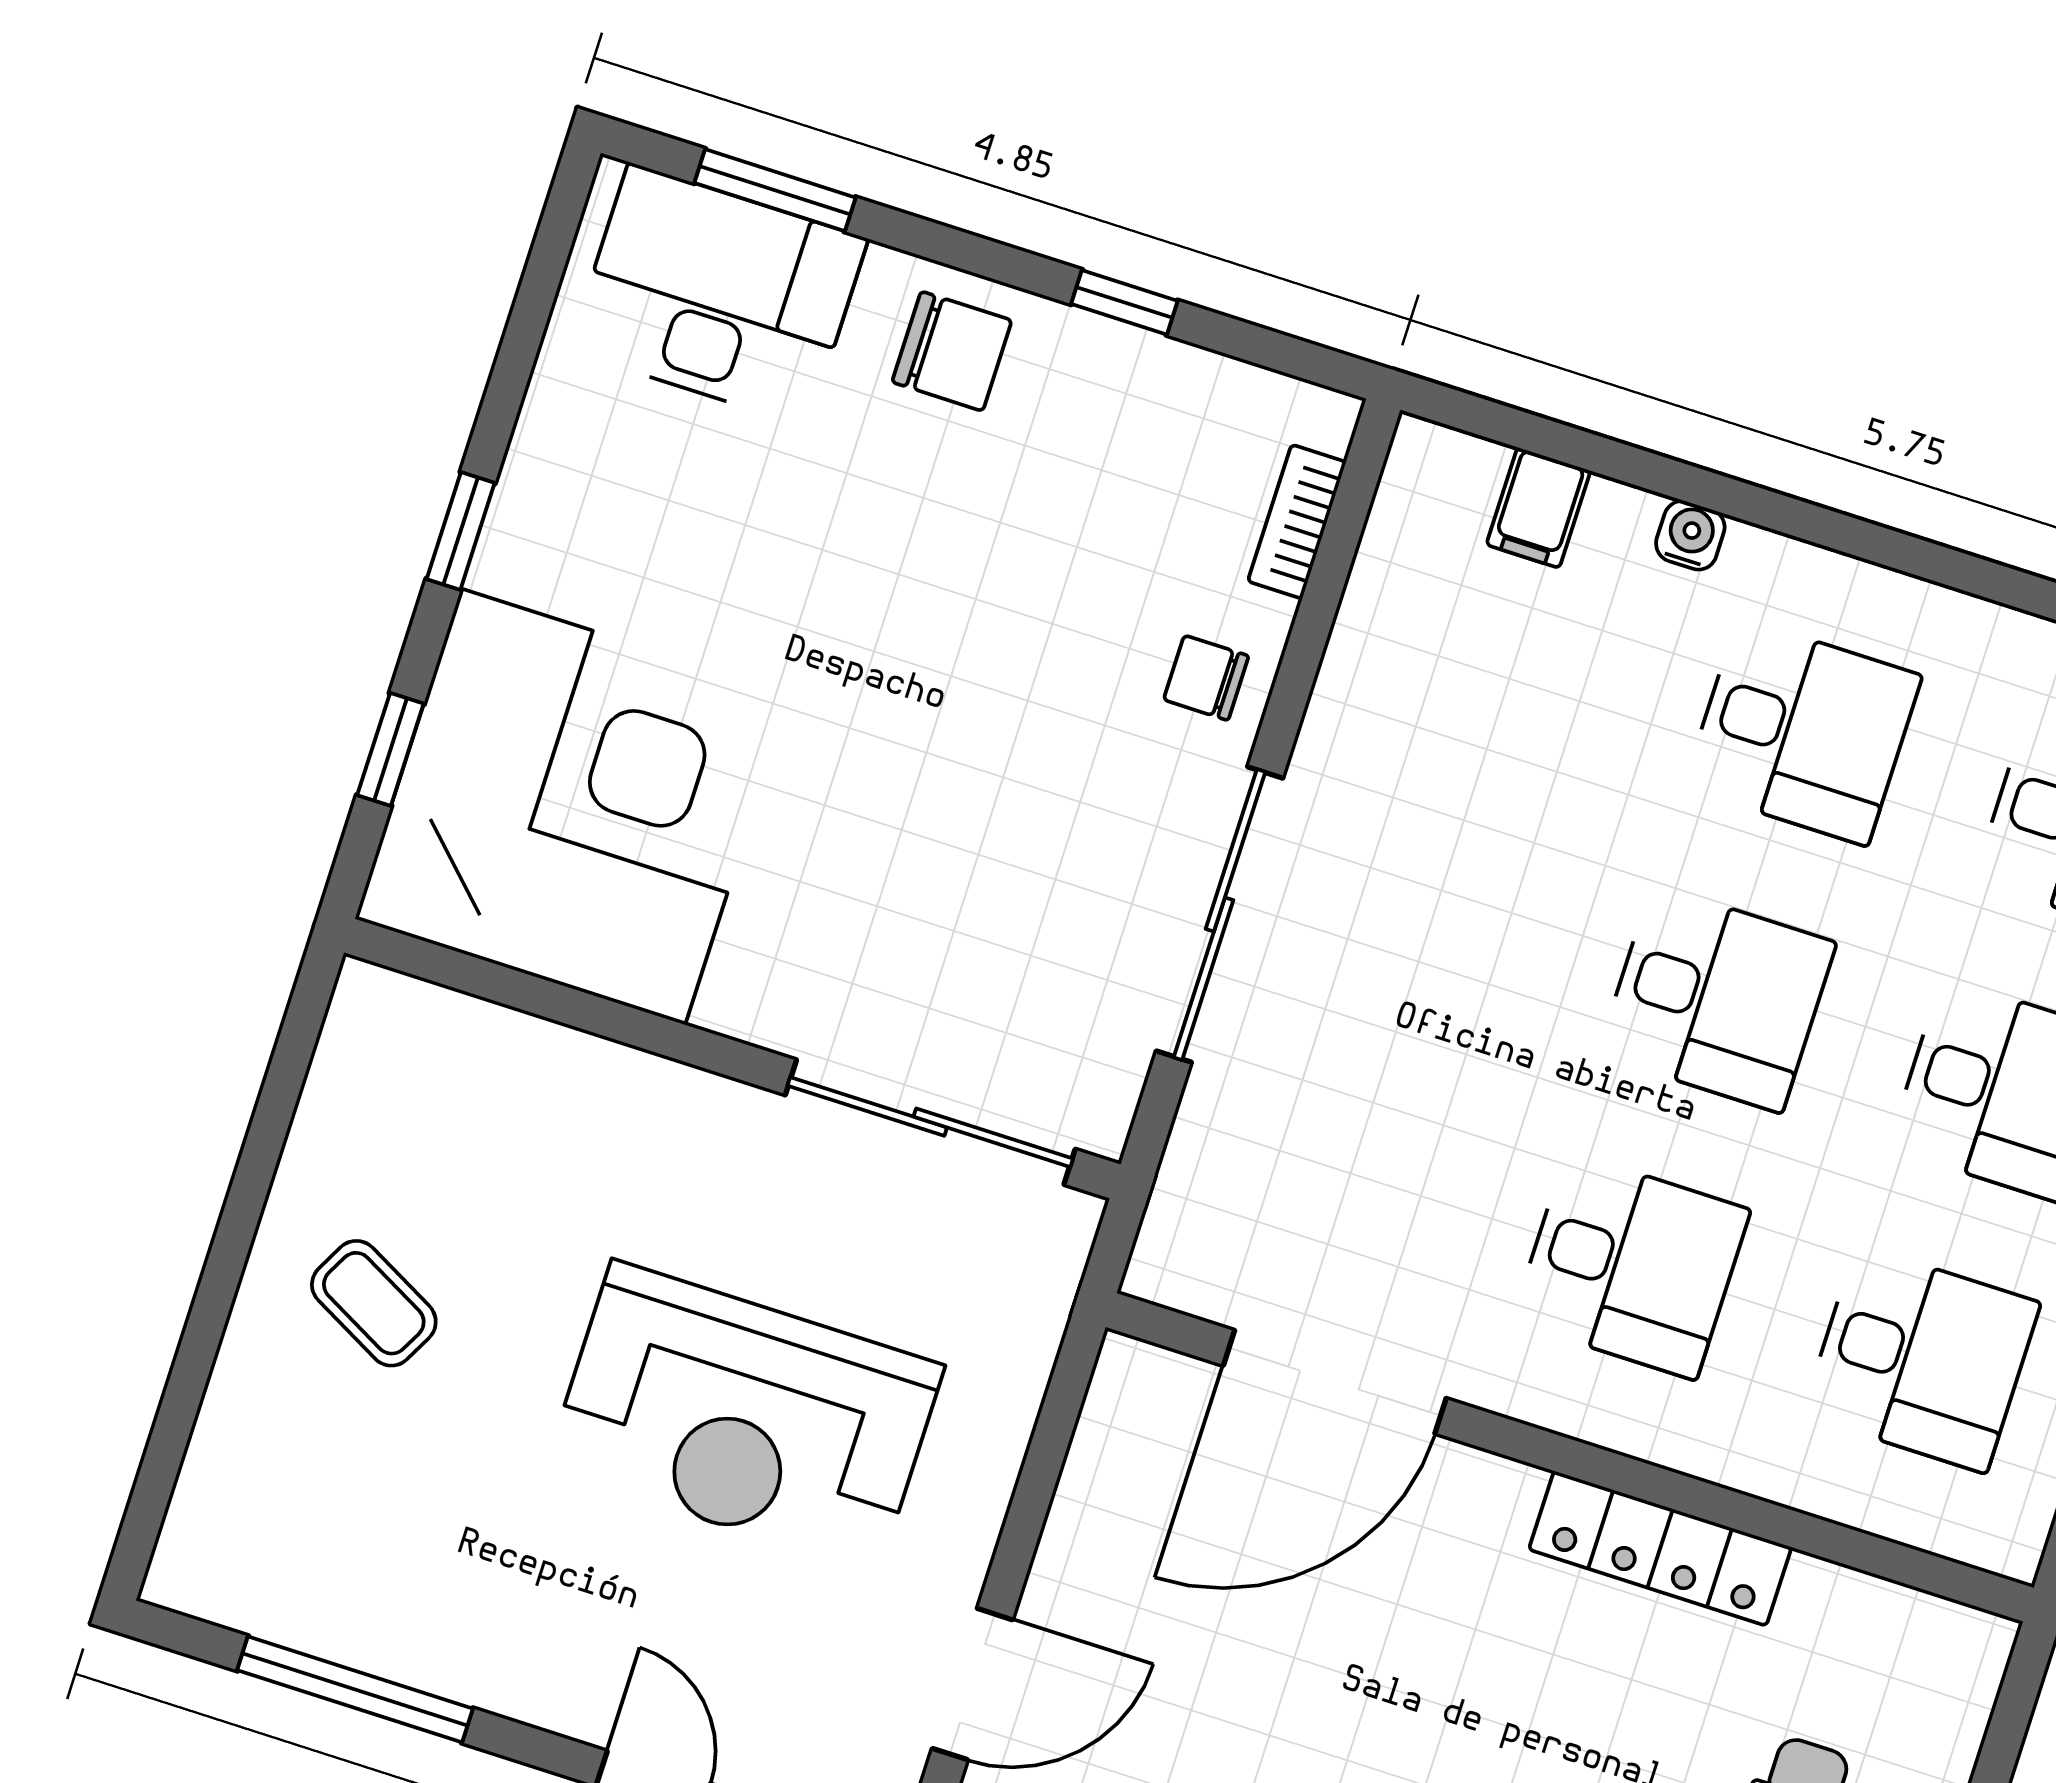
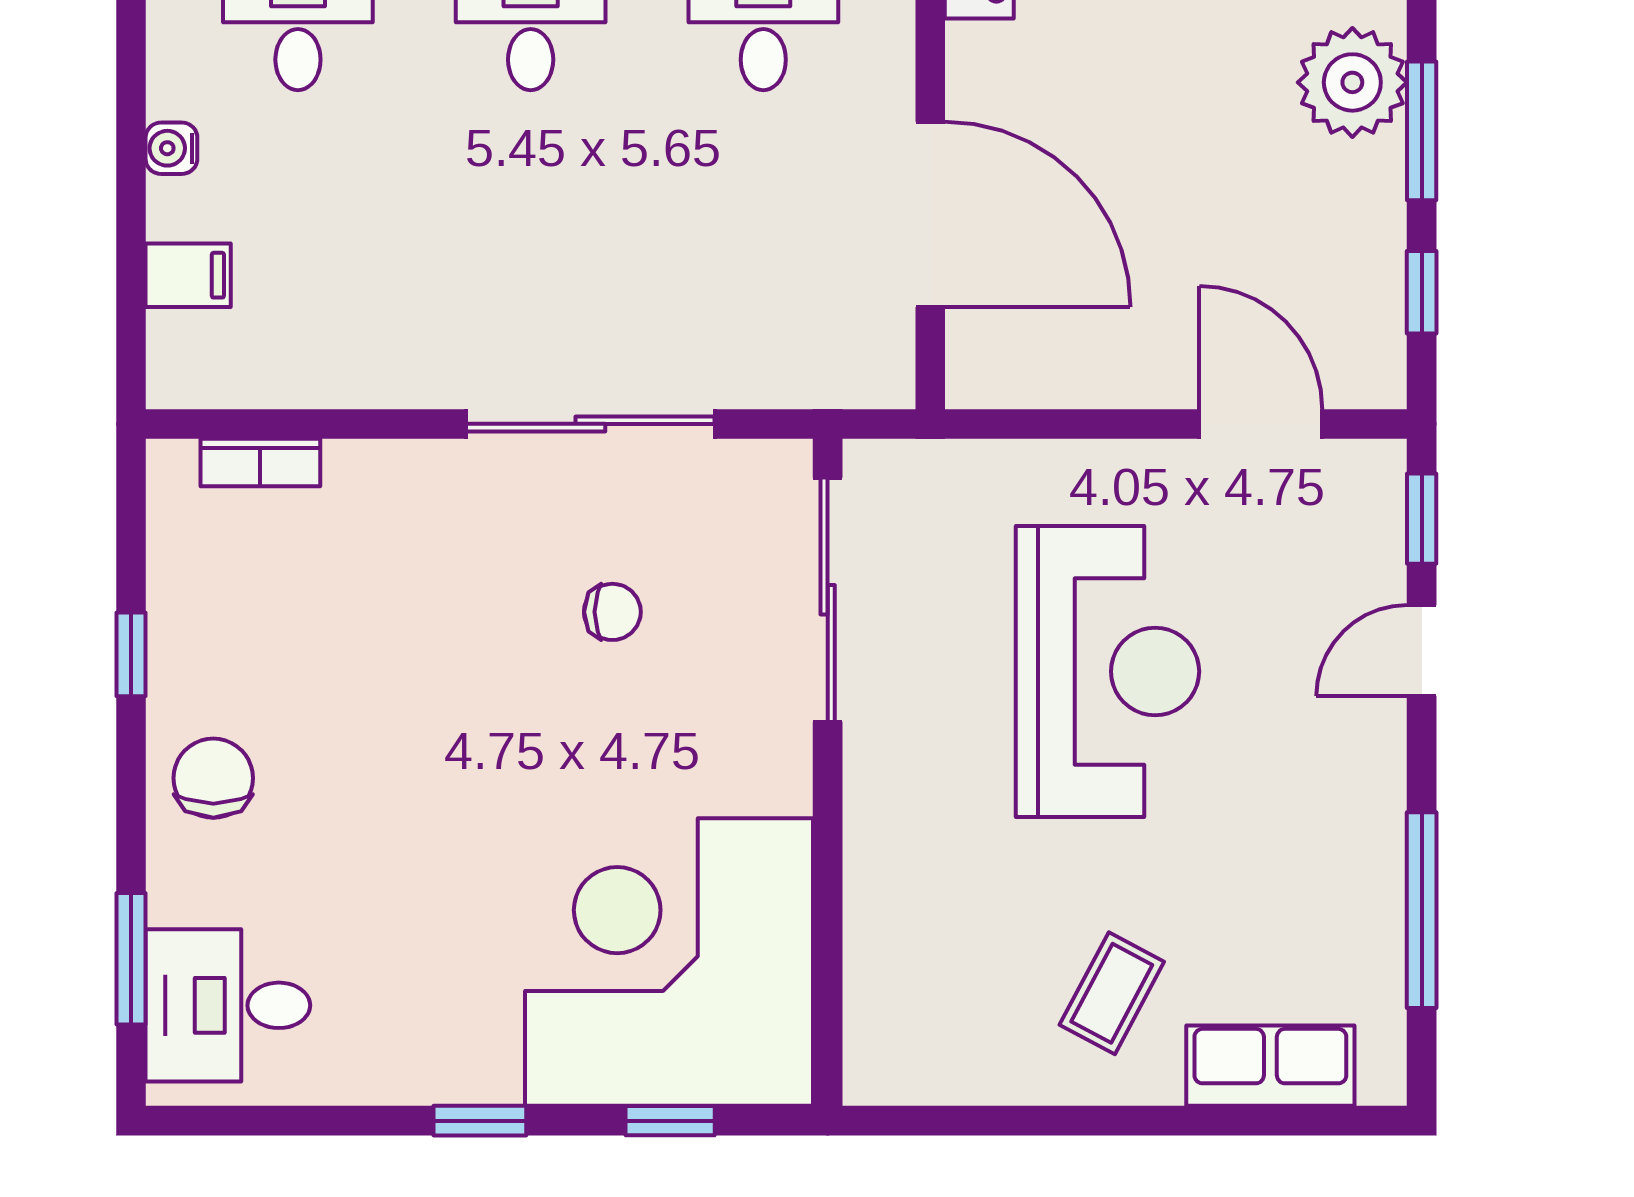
desk: (718, 295) -> (228, 1005), width x0.73
chair: (1206, 678) -> (612, 612), moved, turned -90
row of seats: (232, 1459) -> (1270, 1066), added

